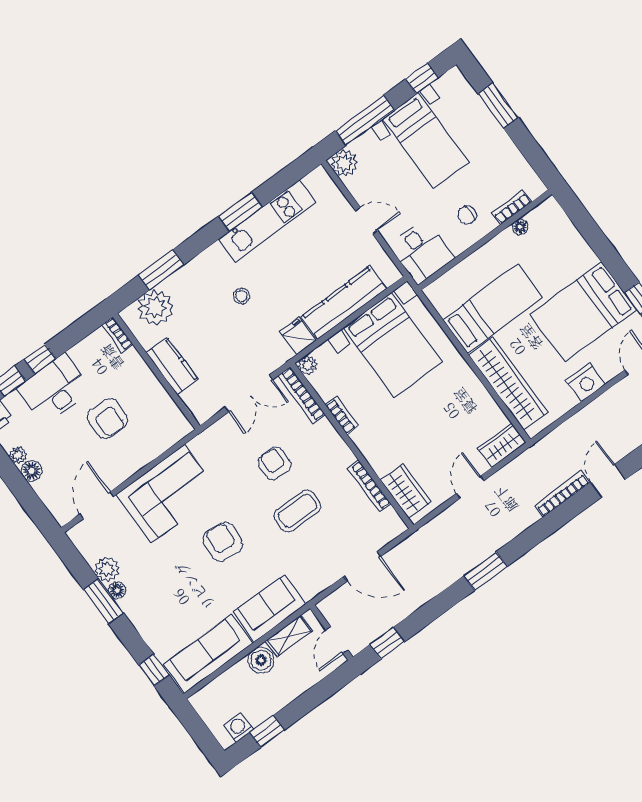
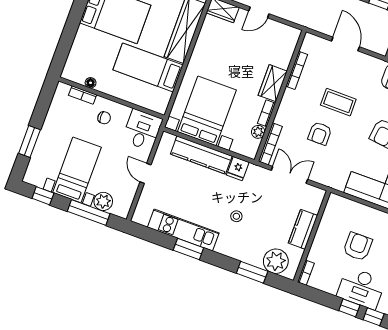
plant: (344, 163) -> (103, 201), moved
plant: (308, 365) -> (258, 132), moved
wardrobe: (406, 491) -> (273, 83), moved

